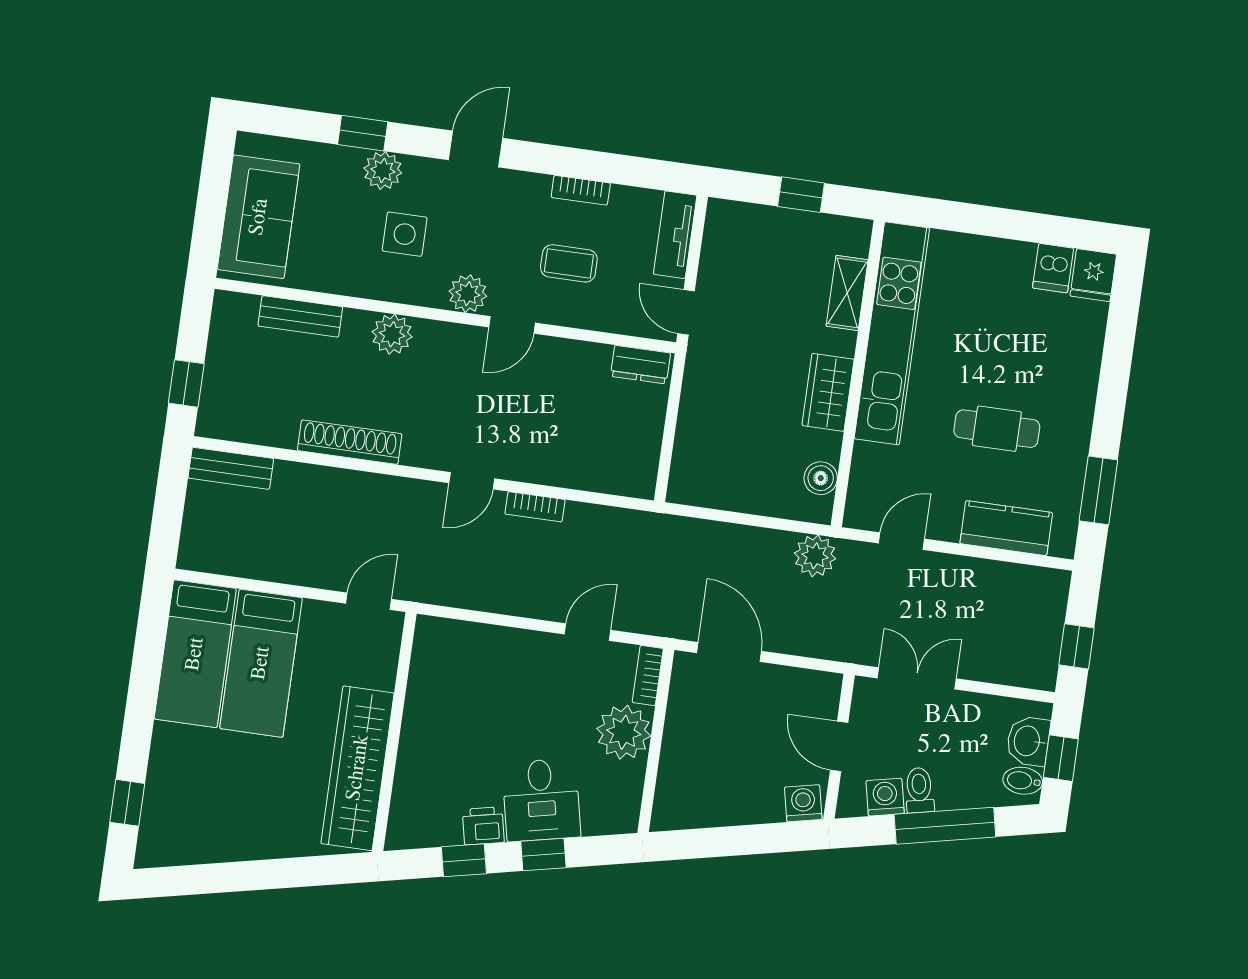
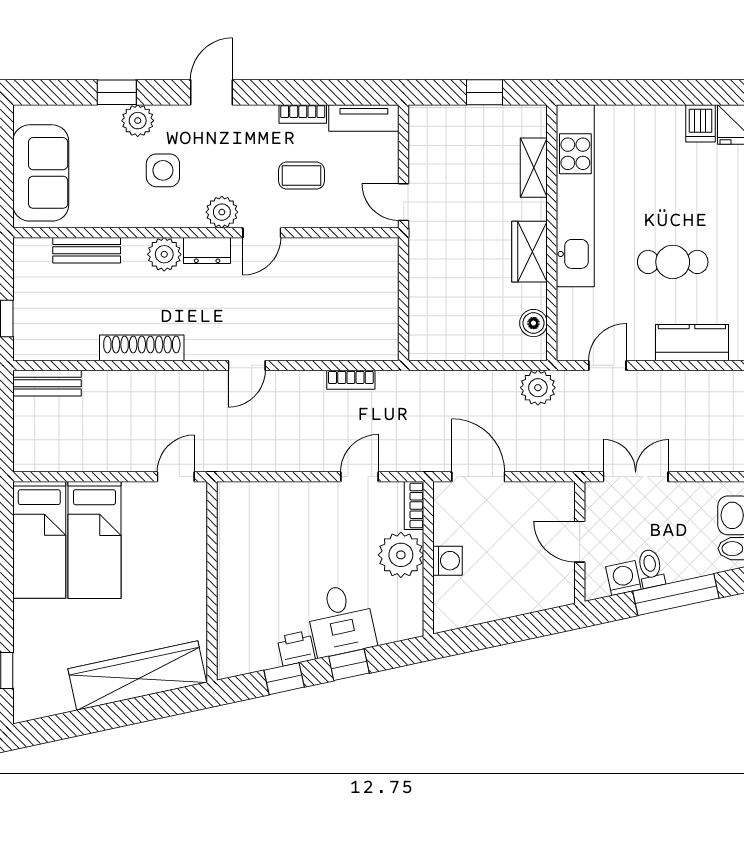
tv unit: (675, 235) -> (364, 118), moved, turned -90
dresser: (640, 365) -> (207, 250), moved
bookcase: (535, 507) -> (351, 380), moved
wardrobe: (358, 768) -> (137, 676), moved, turned 78
washing machine: (803, 803) -> (448, 561), moved, turned 102

